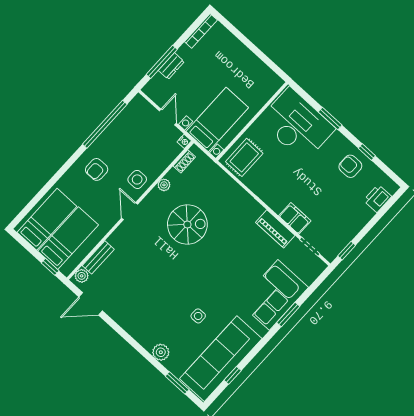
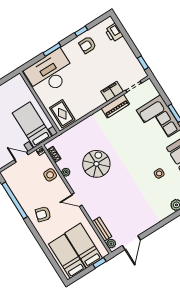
armchair: (97, 169) -> (43, 214), turned 106
side table: (137, 179) -> (50, 175), moved

